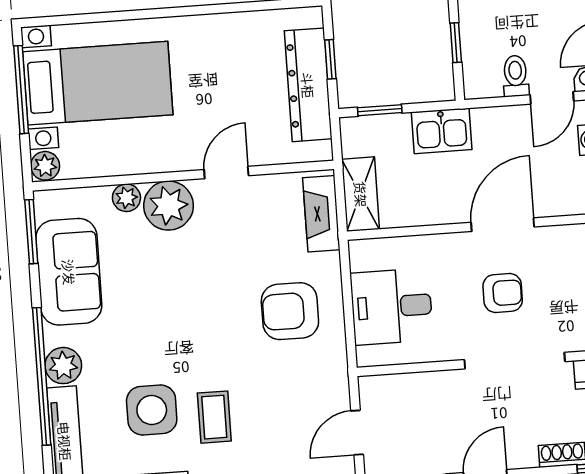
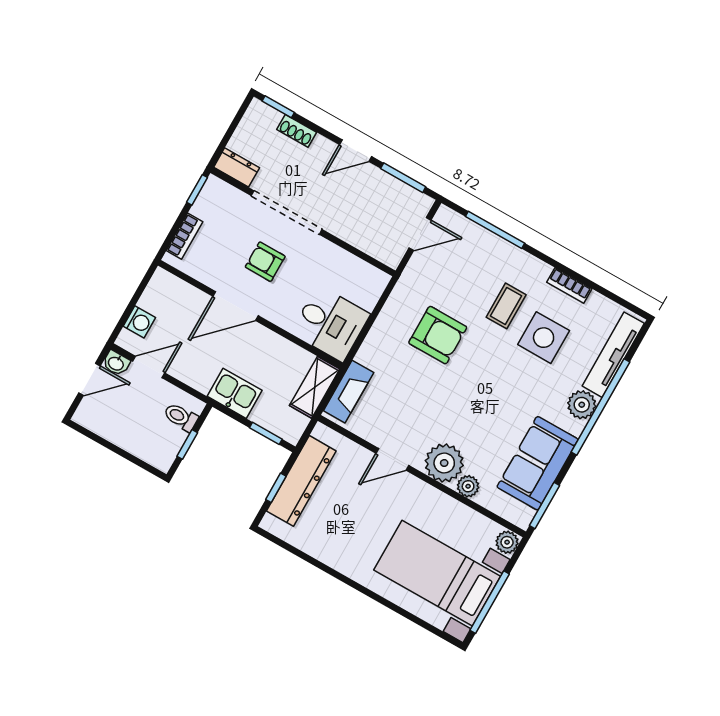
toilet: (516, 76) -> (181, 417), moved, turned 90
desk: (392, 307) -> (330, 324), moved
armchair: (290, 311) -> (438, 335), moved

